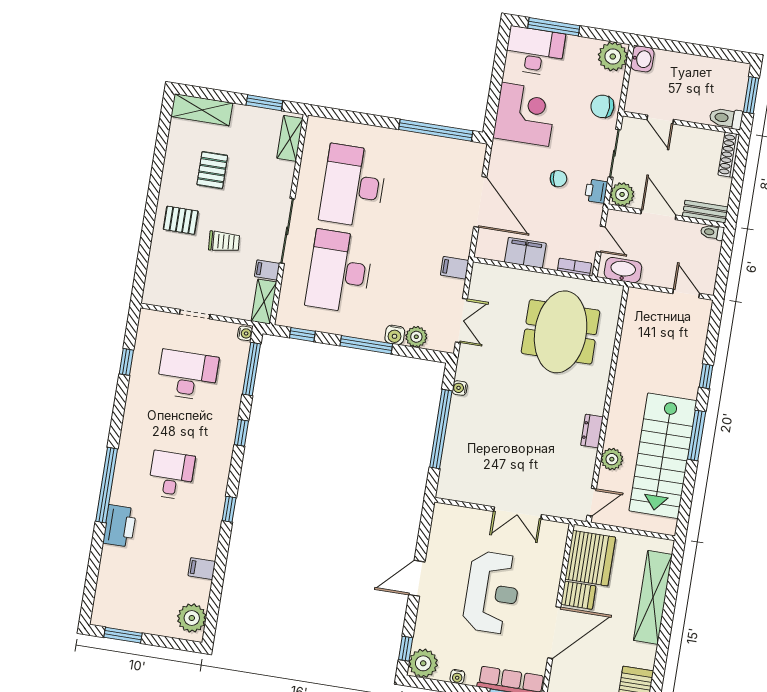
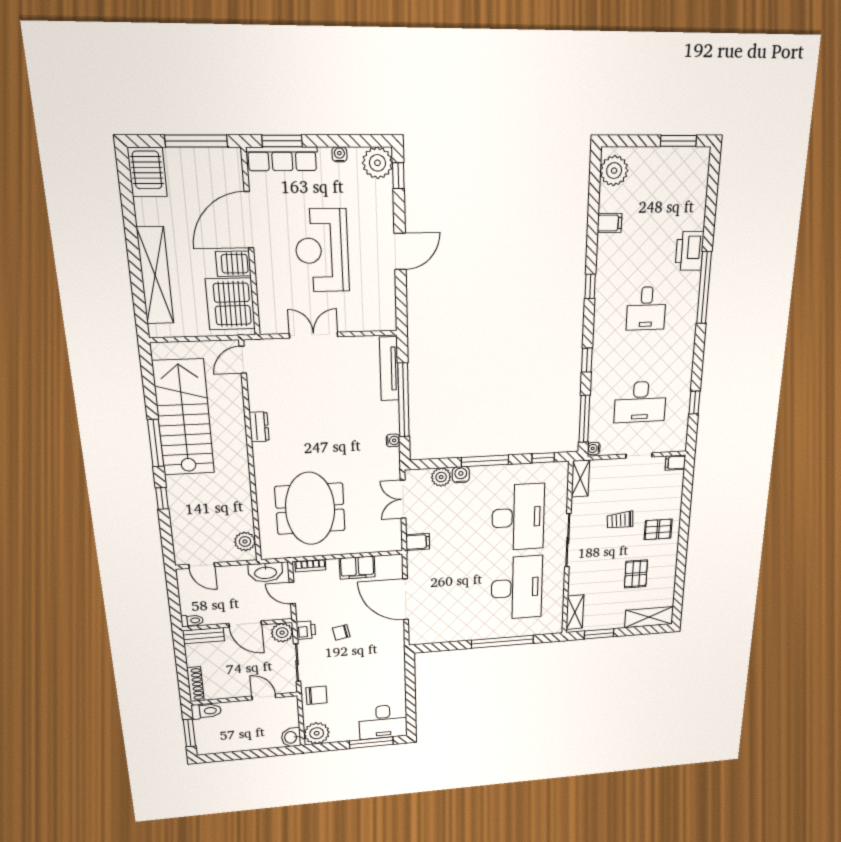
corner desk: (525, 114) -> (381, 674), removed
window: (436, 130) -> (502, 642), moved
filing cabinet: (267, 270) -> (675, 463), moved, turned 180
plant: (612, 459) -> (245, 541), moved
tv unit: (449, 464) -> (389, 369), added

